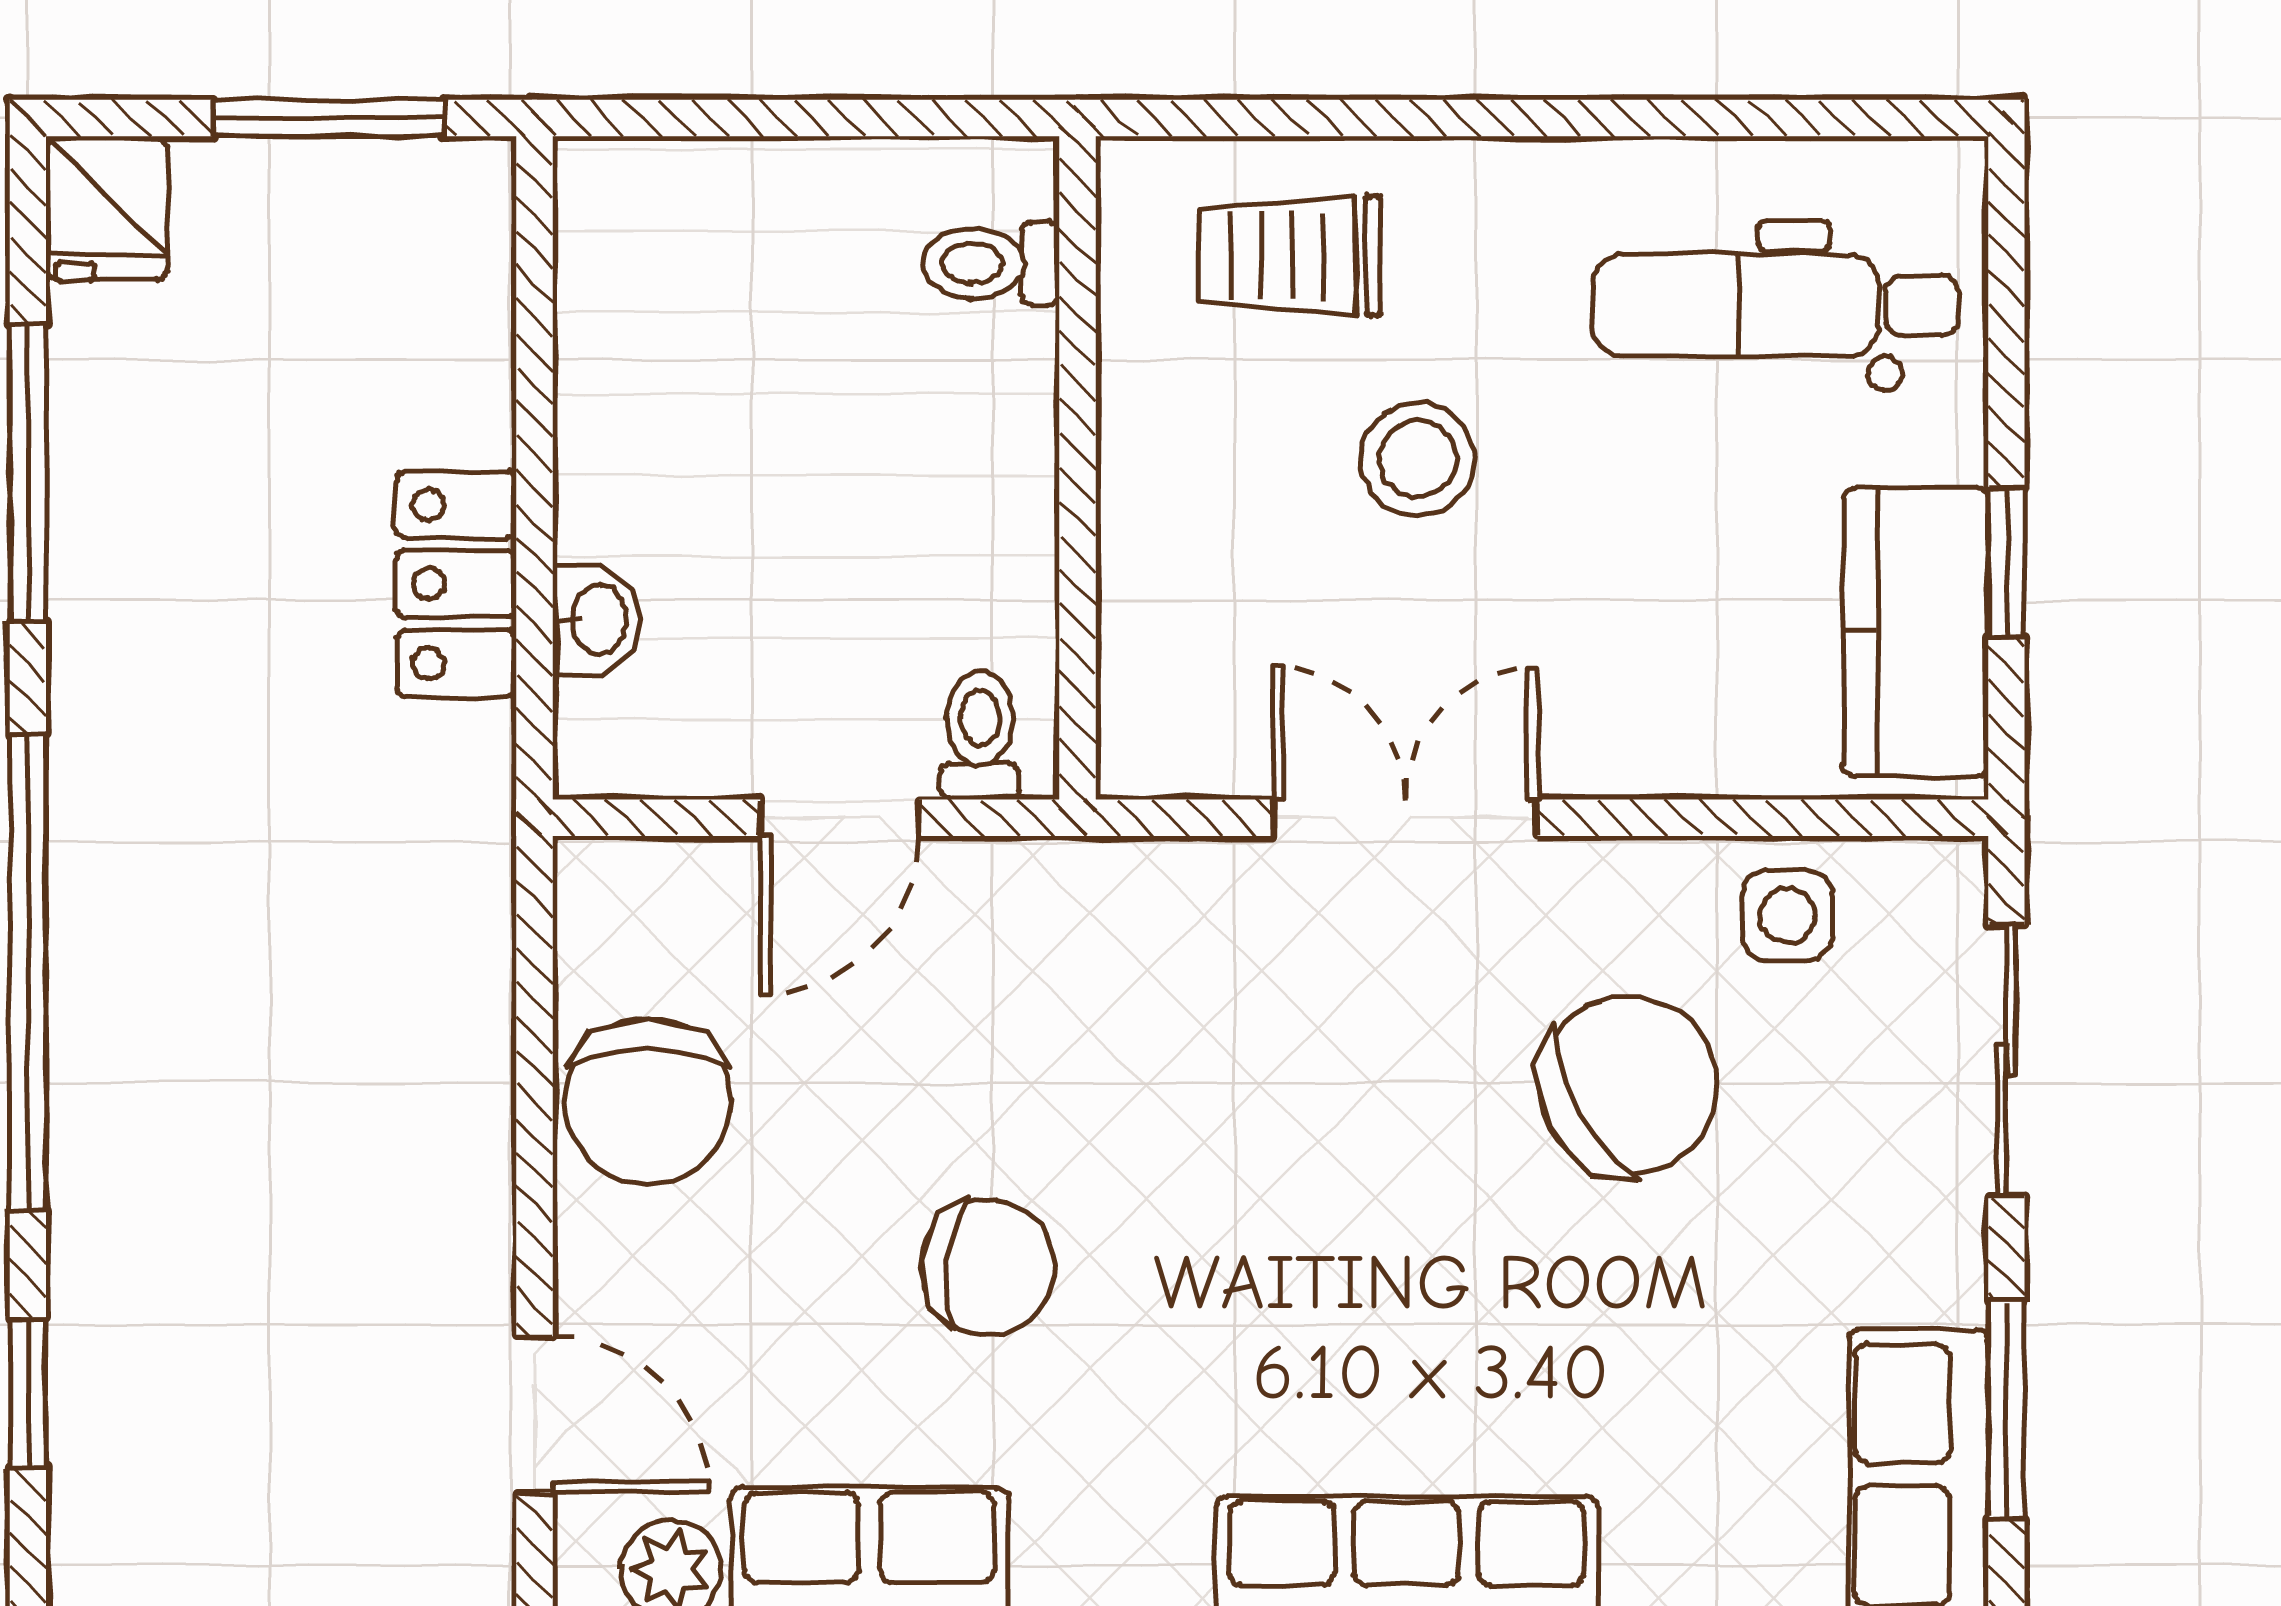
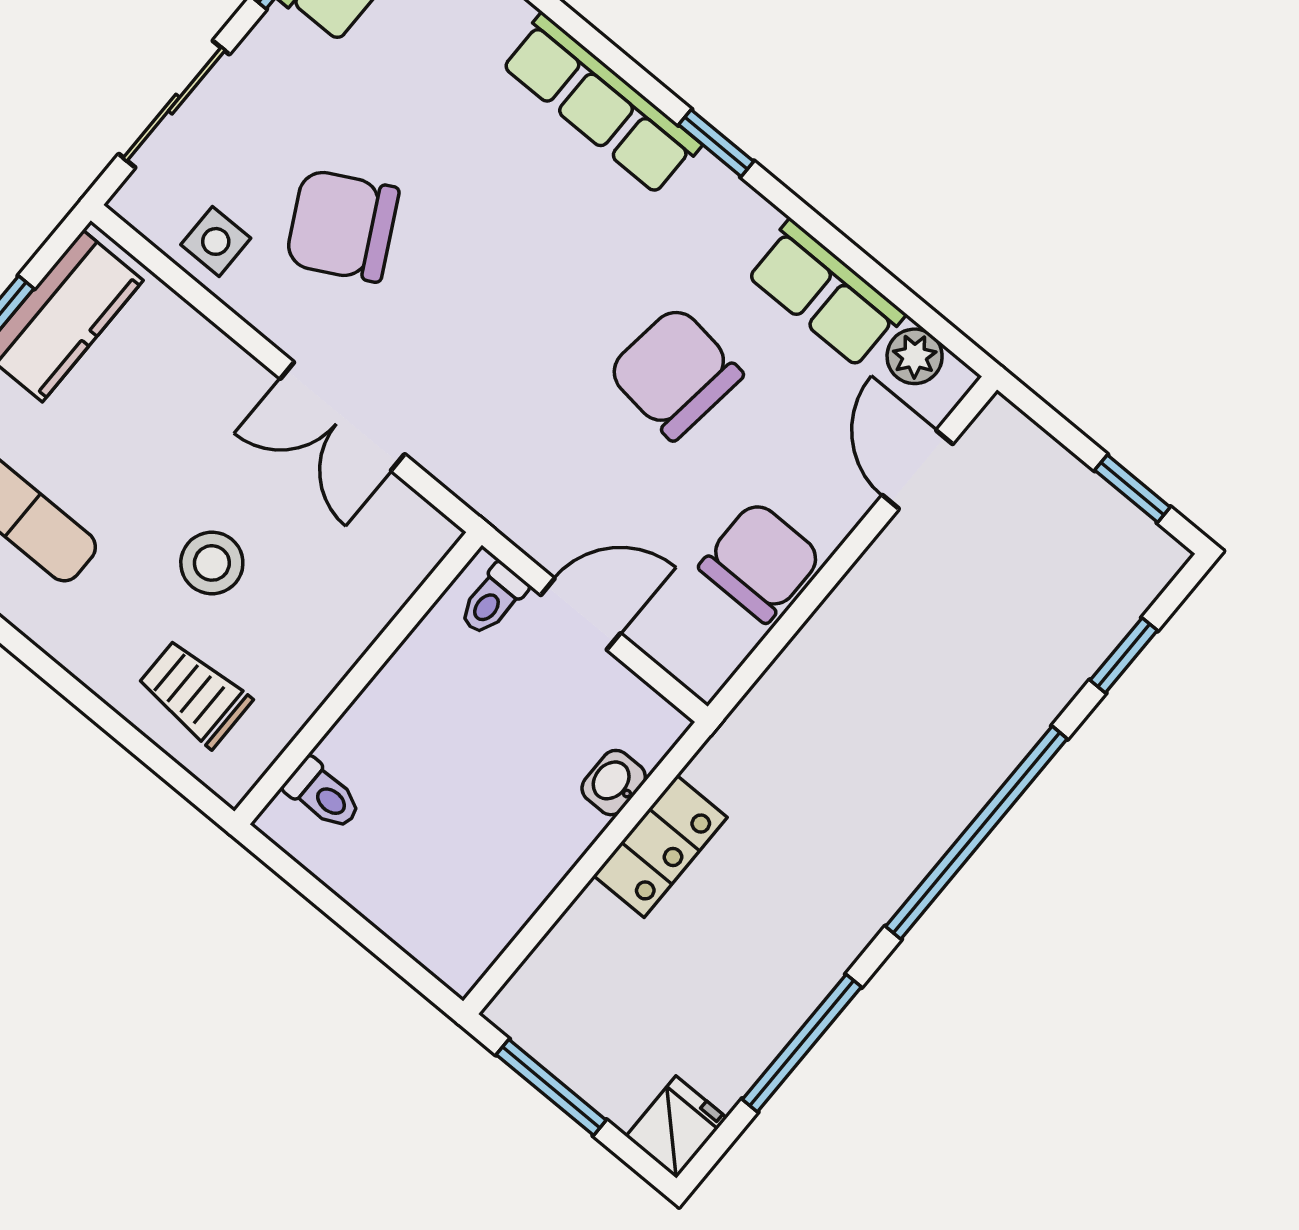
trolley: (1290, 256) -> (195, 693), turned 180
chair: (988, 1267) -> (675, 373), width x1.37, depth x1.37

